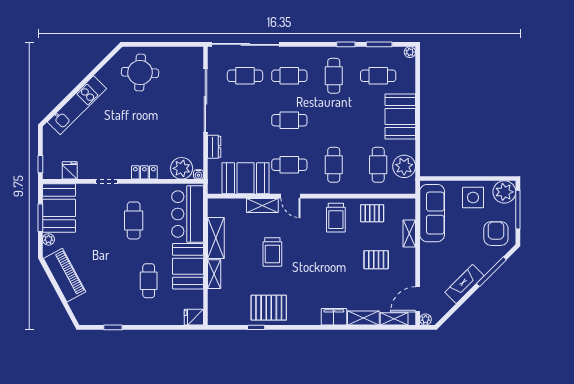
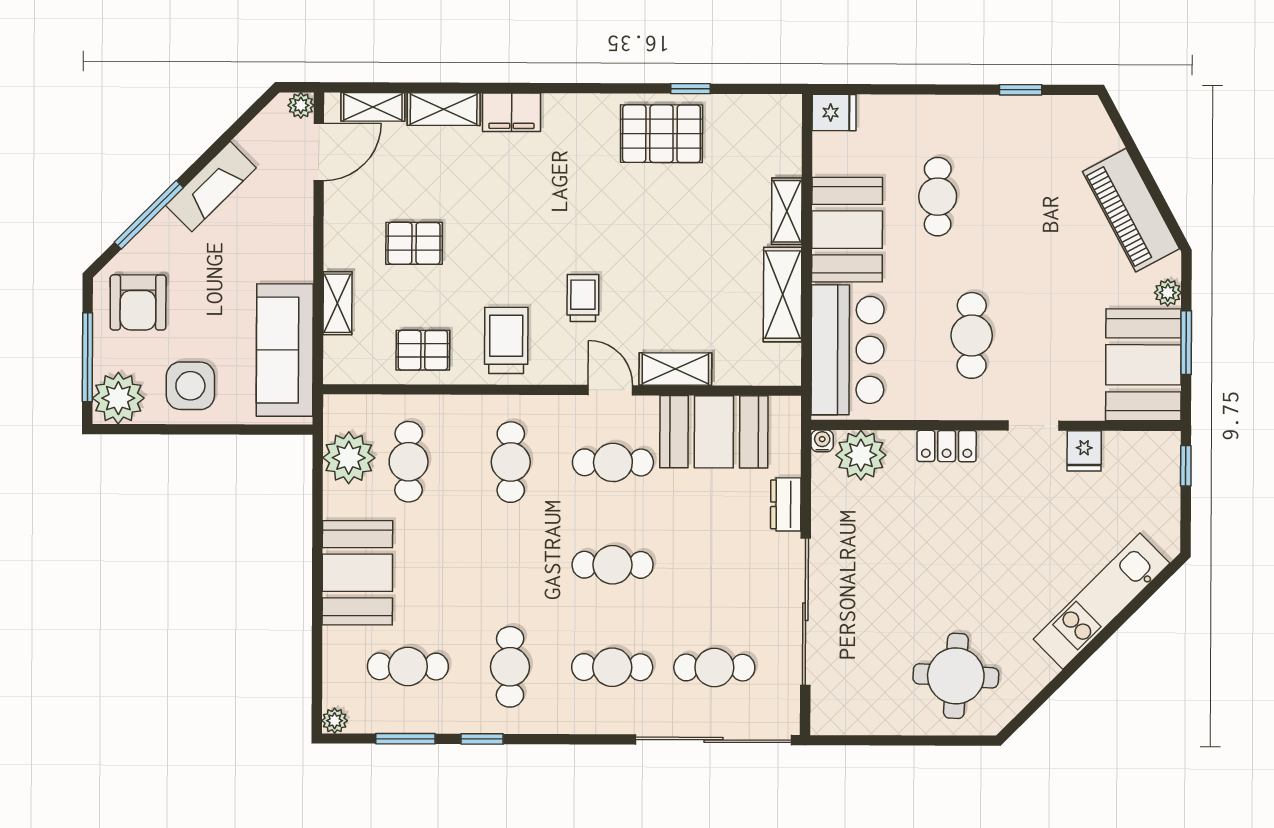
fridge: (70, 170) -> (1084, 451), moved
trolley: (272, 252) -> (583, 298), moved, width x0.73, depth x0.72

